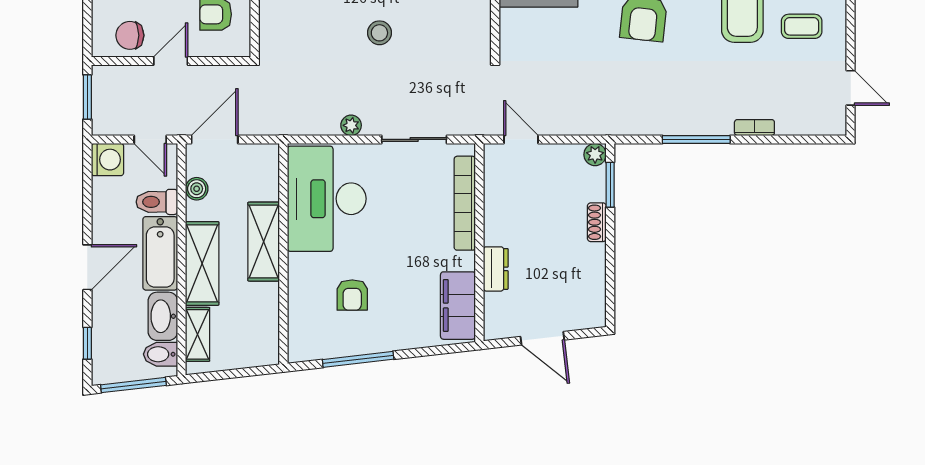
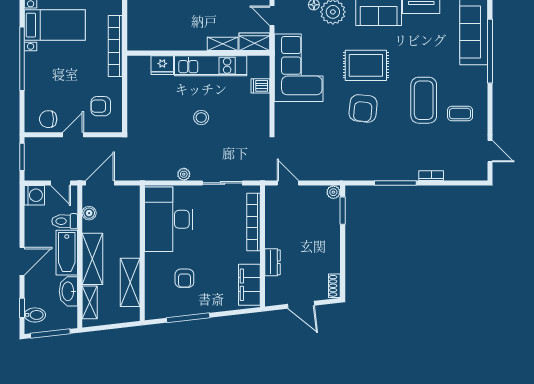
shoe rack: (597, 222) -> (334, 286), moved
shelving: (264, 242) -> (130, 282), moved
bidet: (160, 354) -> (35, 315), moved, turned 180

